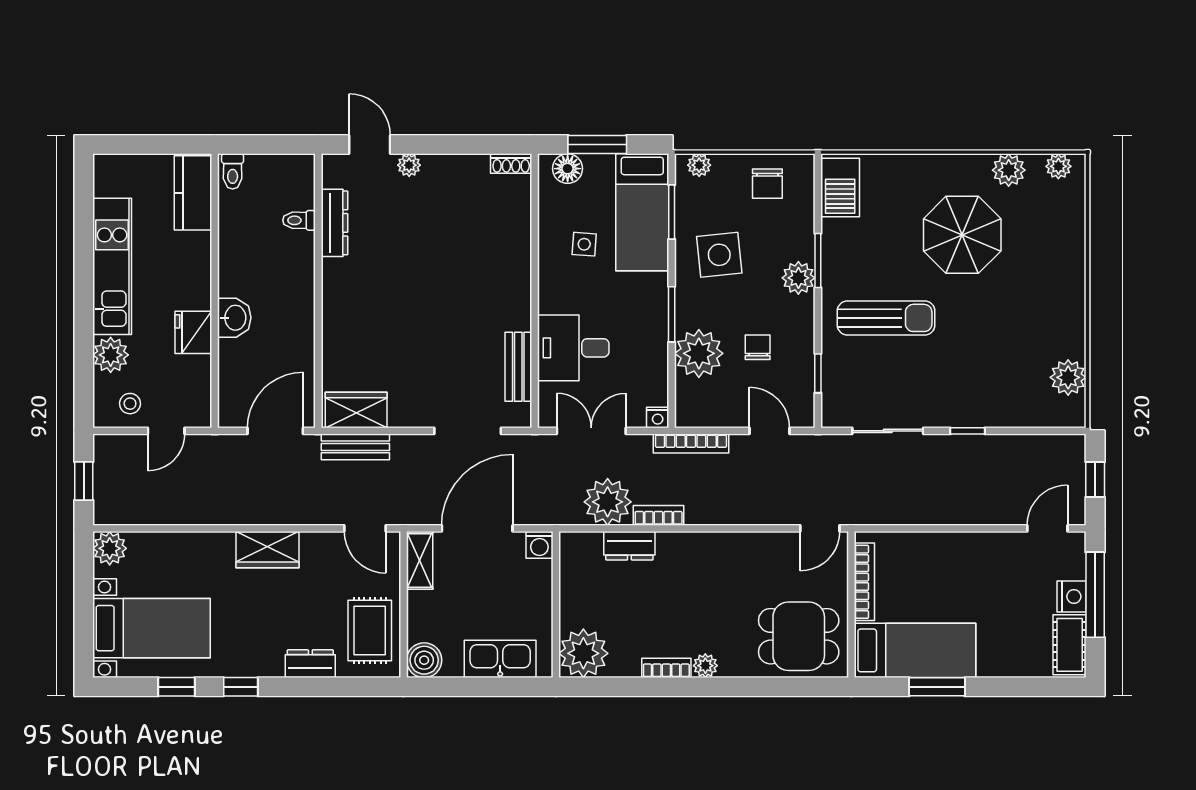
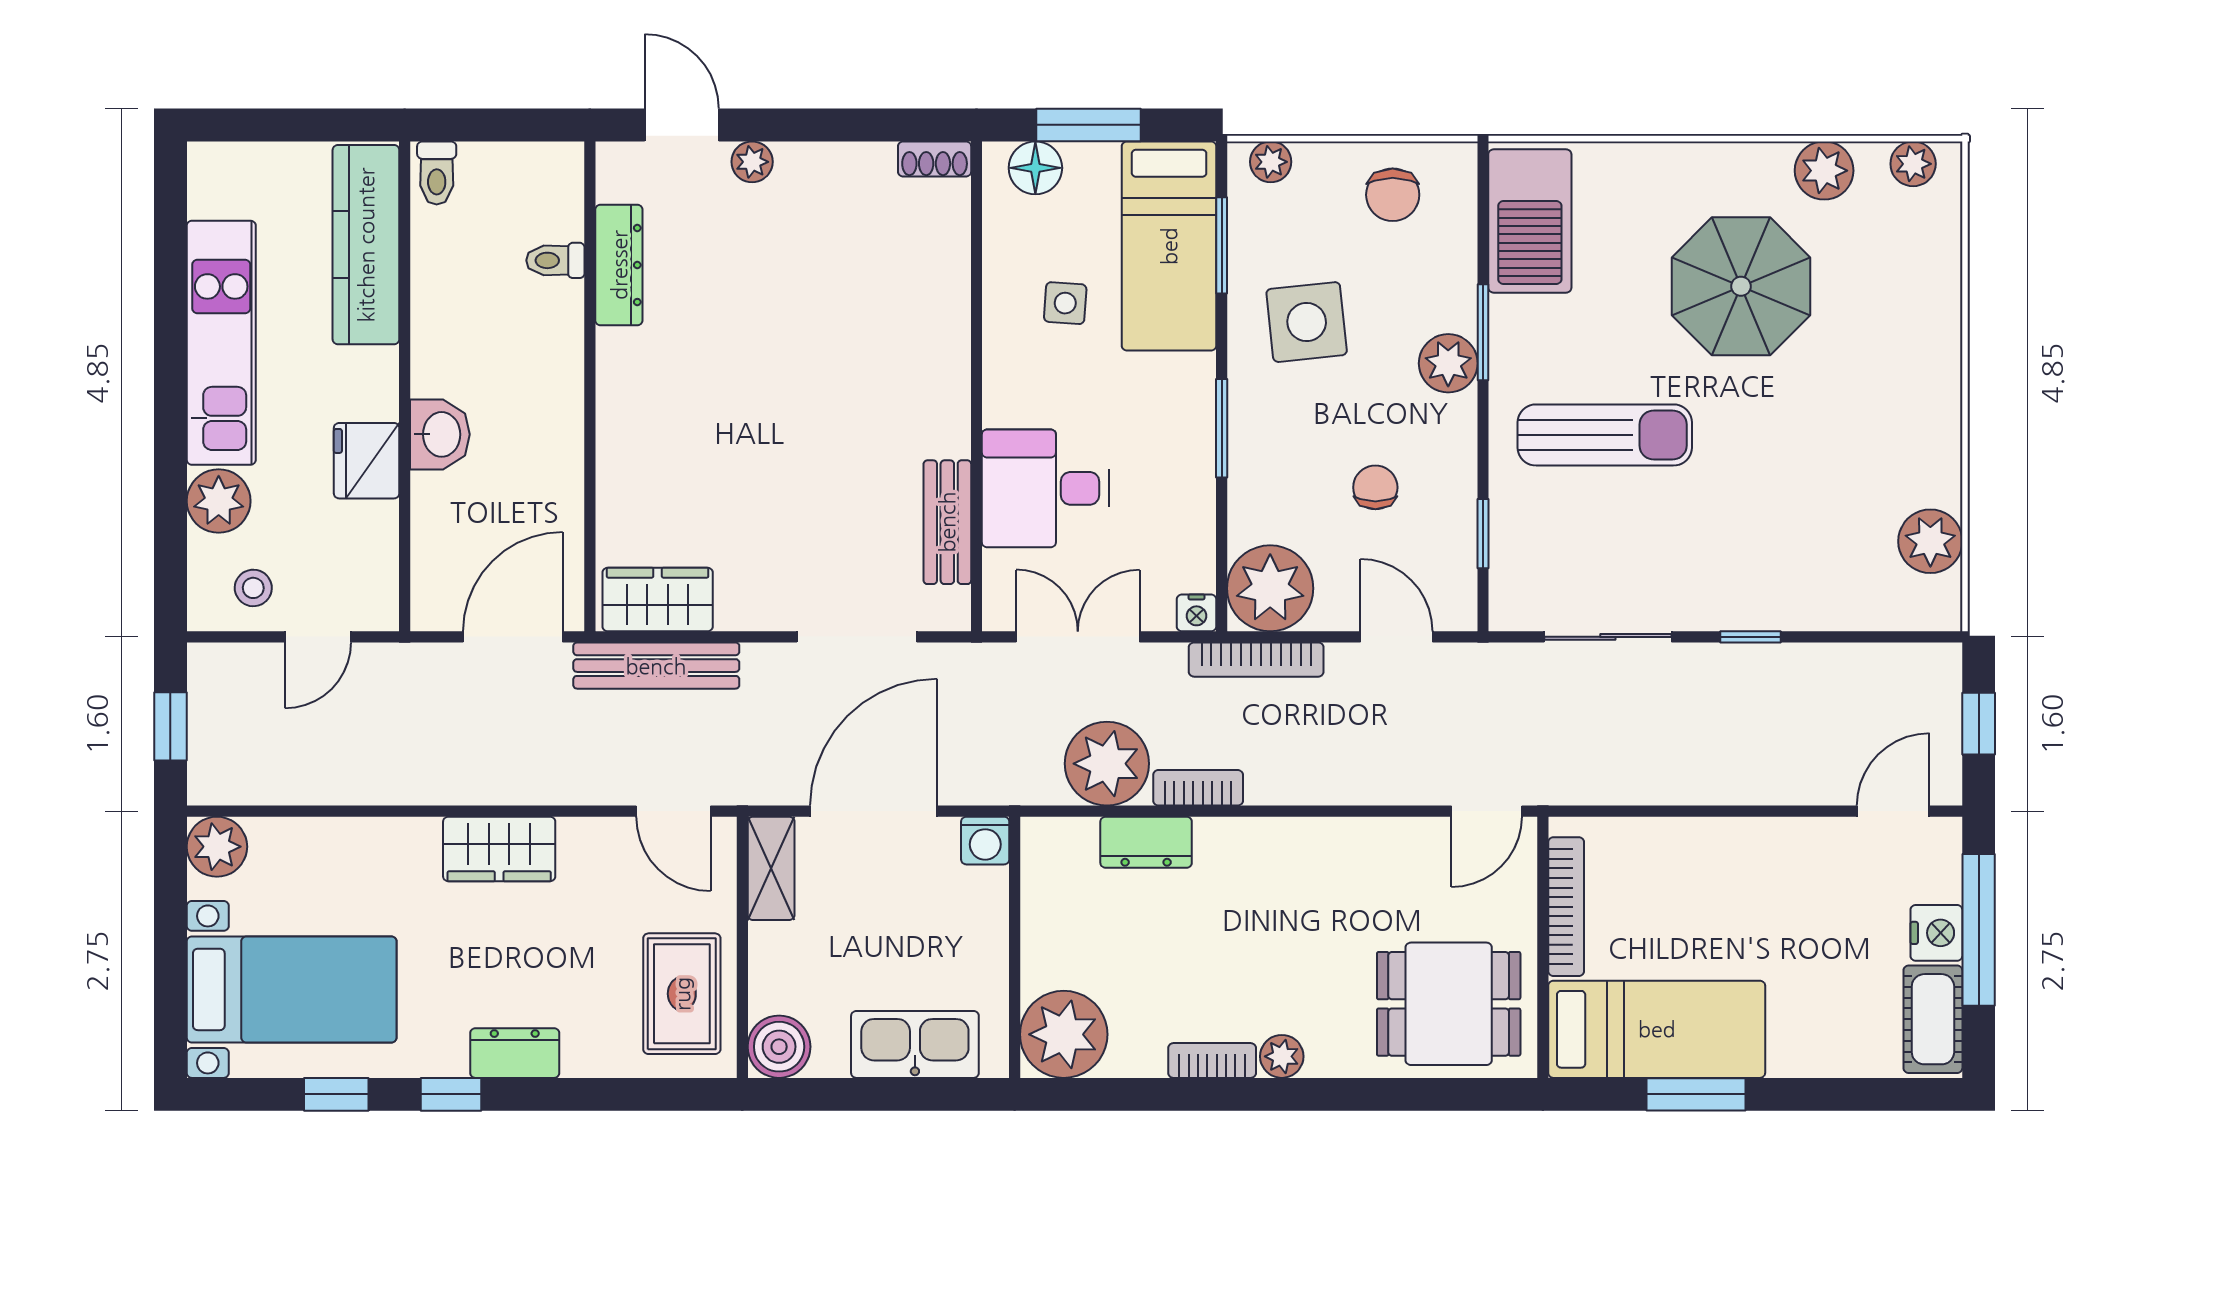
barbecue: (840, 187) -> (1530, 221), width x1.37, depth x1.21
kitchen counter: (193, 193) -> (366, 245), width x1.50
plant: (699, 353) -> (1270, 588), moved
bench: (355, 447) -> (656, 666), width x1.36
dresser: (310, 664) -> (515, 1053), moved

